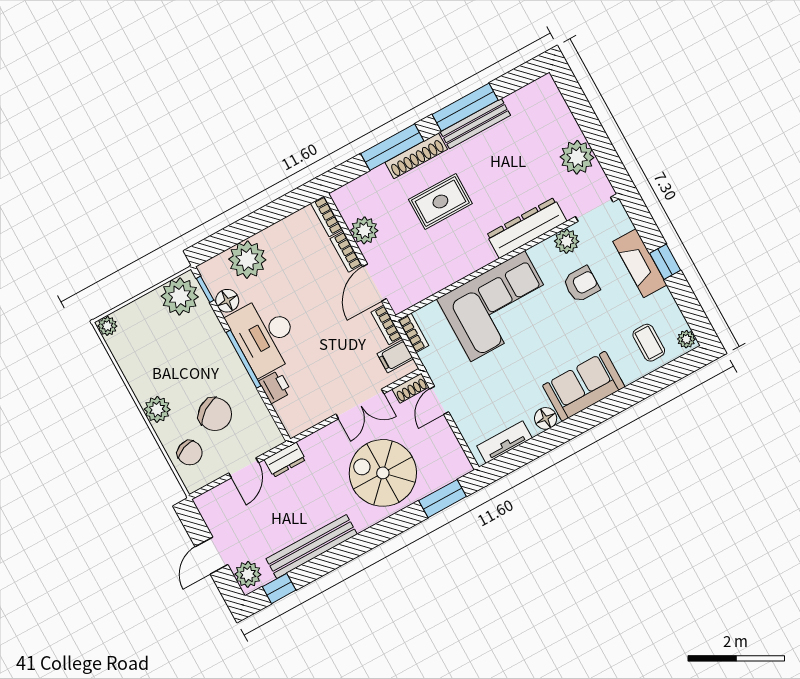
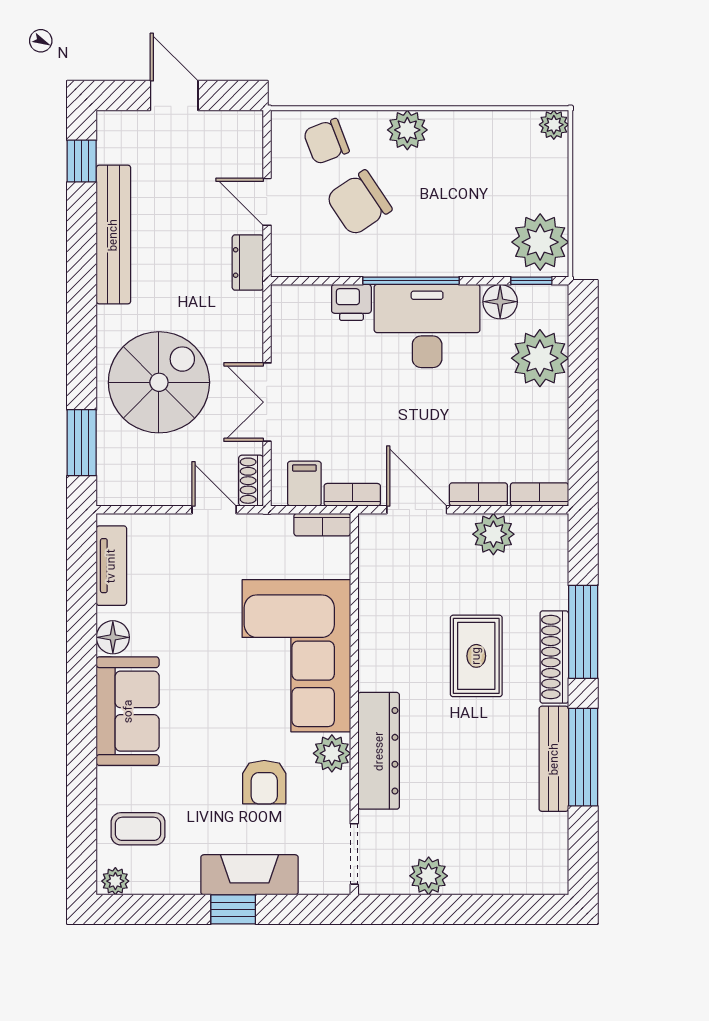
plant: (577, 157) -> (429, 876), width x0.73, depth x0.73
plant: (567, 241) -> (332, 753), moved
plant: (248, 574) -> (123, 130), removed

